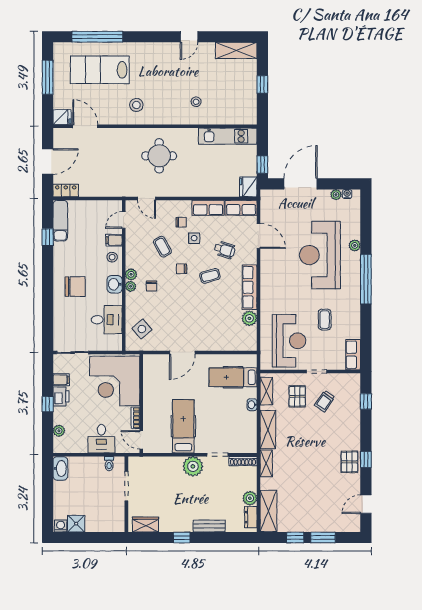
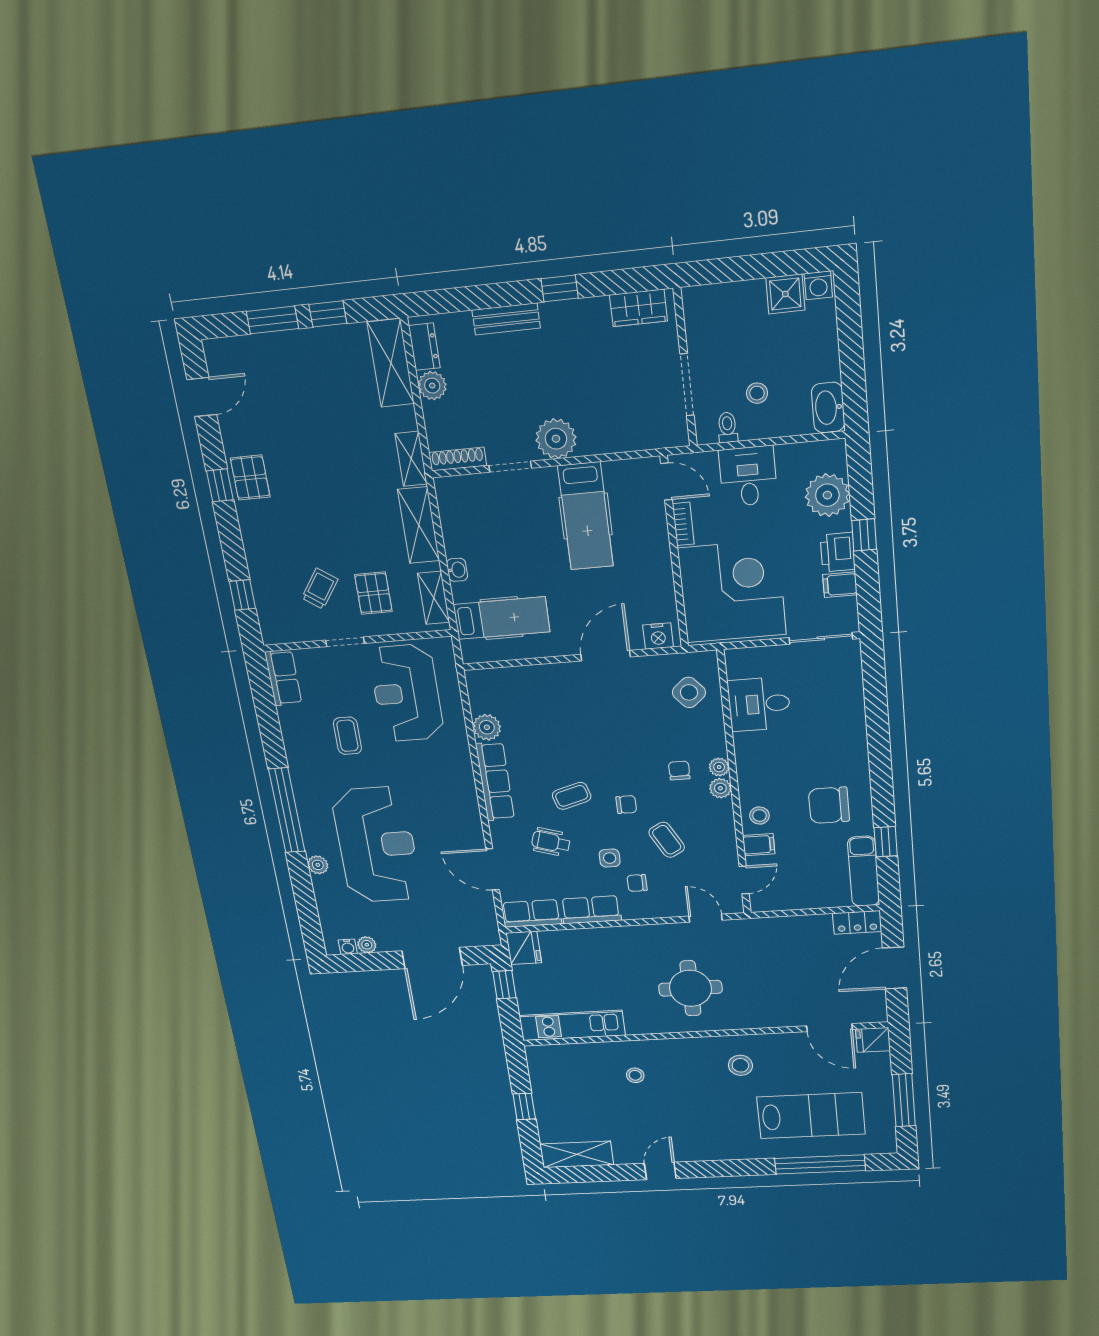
washbasin: (115, 284) -> (750, 769), removed
chair: (75, 287) -> (829, 805), moved
nightstand: (154, 361) -> (658, 636), added
plant: (59, 431) -> (827, 495), width x1.88, depth x1.88
stool: (93, 479) -> (757, 393), added

